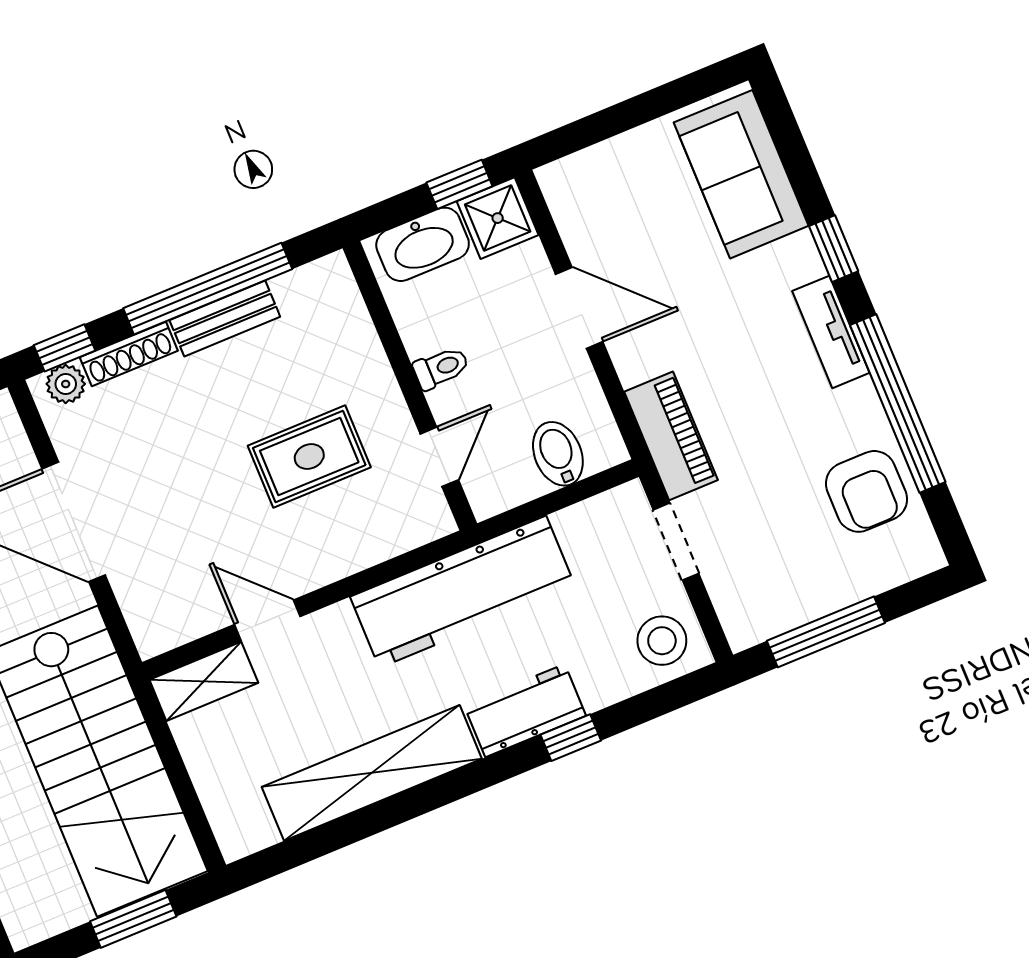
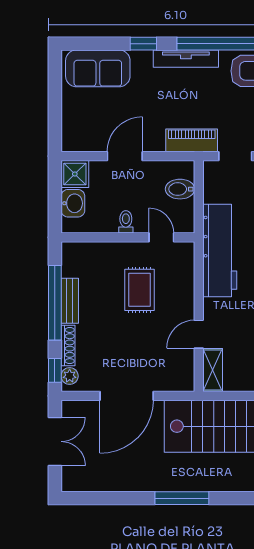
window: (459, 184) -> (55, 184), removed
washbasin: (423, 244) -> (73, 203), width x0.72
tv unit: (831, 332) -> (186, 59), width x1.41

